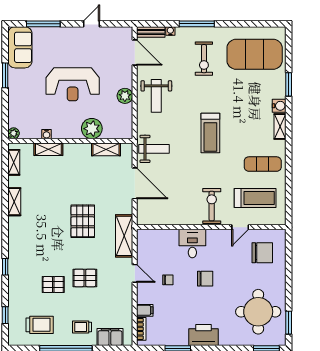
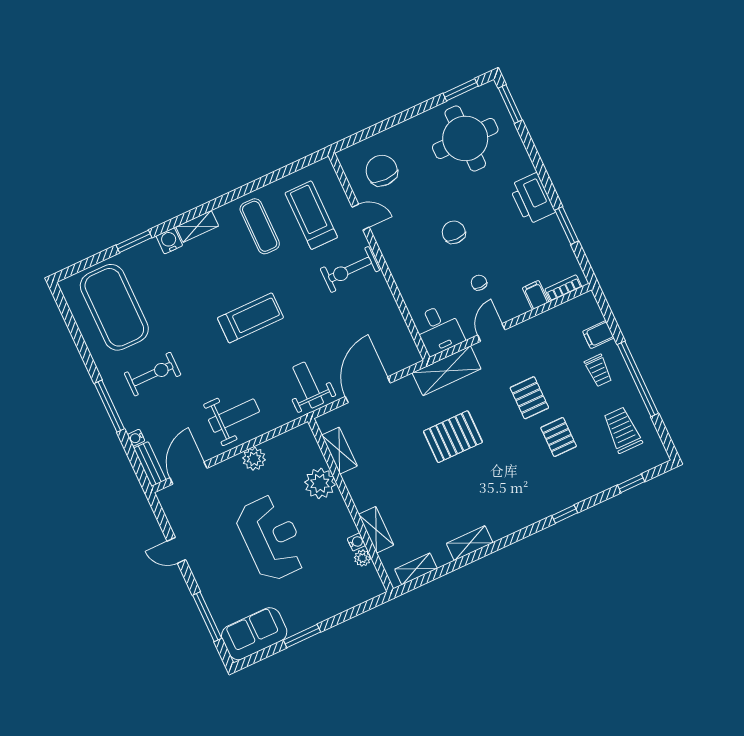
plant: (14, 133) -> (362, 558), moved
desk: (192, 244) -> (439, 330), moved, turned -90
filing cabinet: (110, 337) -> (598, 335), width x0.50

